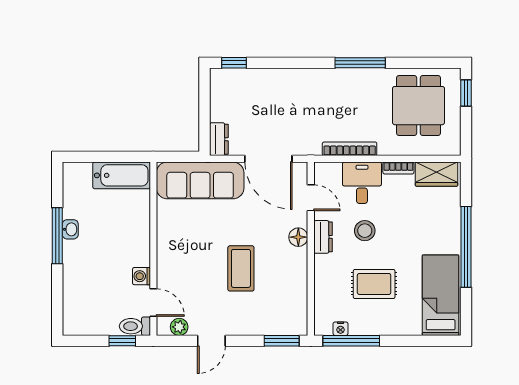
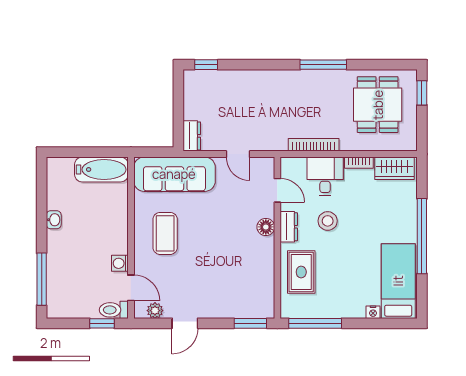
door: (268, 159) -> (238, 154), width x0.53
window: (57, 236) -> (42, 279), moved
coffee table: (241, 268) -> (165, 233), moved
rug: (374, 284) -> (301, 272), moved, turned 90
nightstand: (341, 329) -> (373, 312), moved

